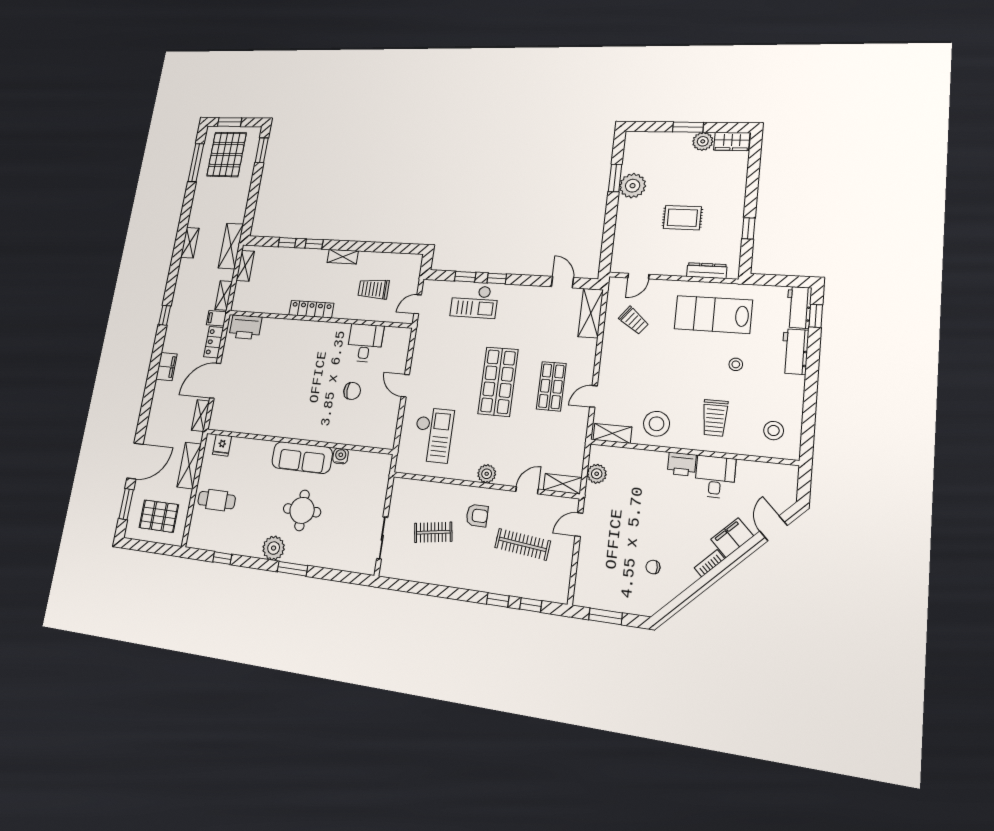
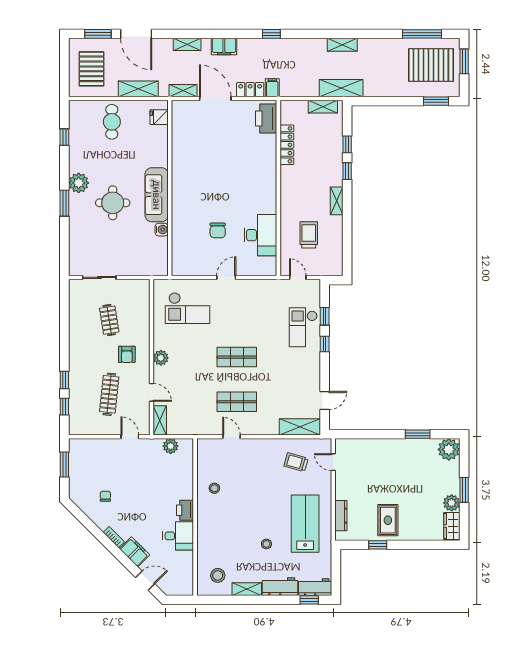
plant: (633, 186) -> (449, 449), moved
rug: (682, 218) -> (388, 520), moved
shelving: (224, 295) -> (187, 44), moved
locker: (311, 309) -> (287, 145), moved
trolley: (634, 321) -> (296, 462), turned 68
desk: (365, 343) -> (260, 235), width x1.37
shop shelf: (498, 382) -> (237, 357), width x0.70, depth x0.74
trolley: (715, 418) -> (223, 532), removed
stool: (657, 424) -> (214, 488), width x0.53, depth x0.53
shelving: (612, 433) -> (247, 589), moved, turned 90

